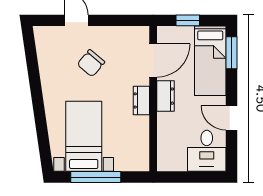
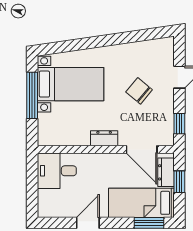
window: (126, 20) -> (179, 124), added
dresser: (166, 96) -> (166, 172), moved, turned 90
desk: (207, 151) -> (57, 171), moved

